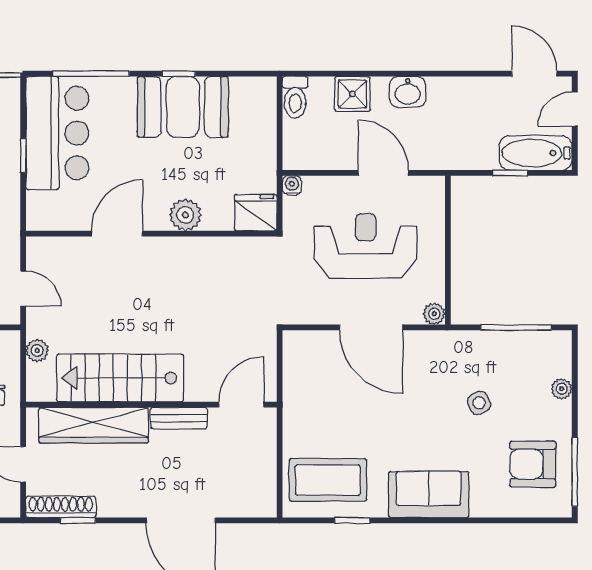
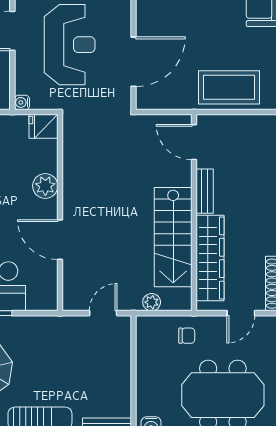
fridge: (256, 213) -> (43, 126), width x0.72
reception desk: (366, 246) -> (70, 45), turned 180
door: (371, 327) -> (133, 62), moved
coffee table: (328, 480) -> (229, 87), moved, turned 90

